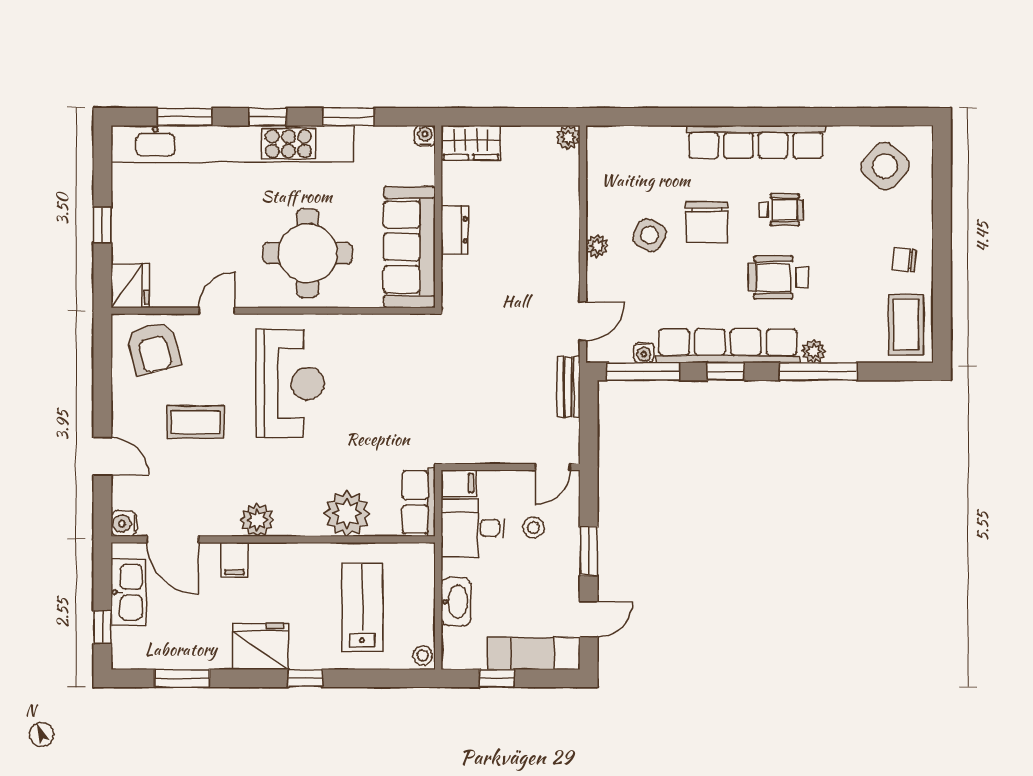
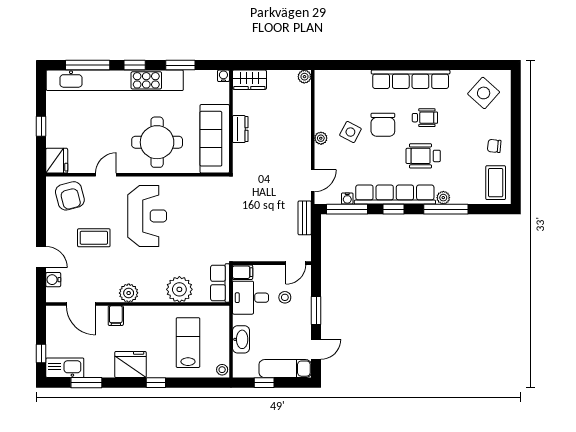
window: (185, 117) -> (88, 65), width x1.44
water cooler: (124, 524) -> (53, 280), moved
kitchen sink: (129, 592) -> (65, 368), moved, turned -90

